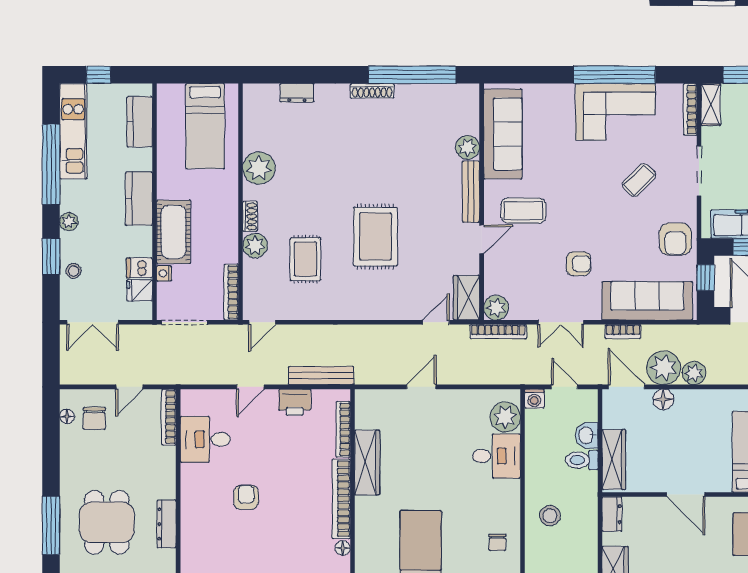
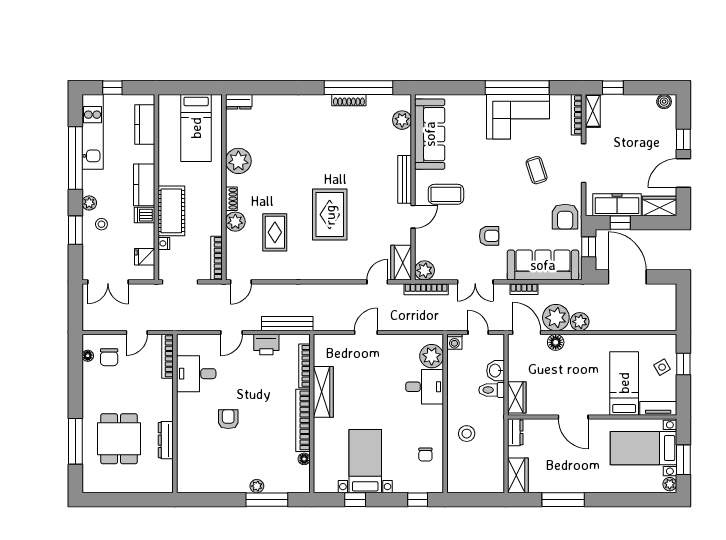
shoe rack: (372, 91) -> (349, 100), moved
dresser: (297, 93) -> (239, 102), moved
plant: (468, 147) -> (402, 120), moved
coffee table: (639, 180) -> (537, 170), turned -63
dishwasher: (139, 268) -> (144, 215), moved
stool: (73, 271) -> (101, 224), moved
wardrobe: (614, 459) -> (517, 397), width x0.67

